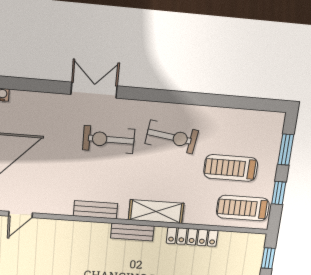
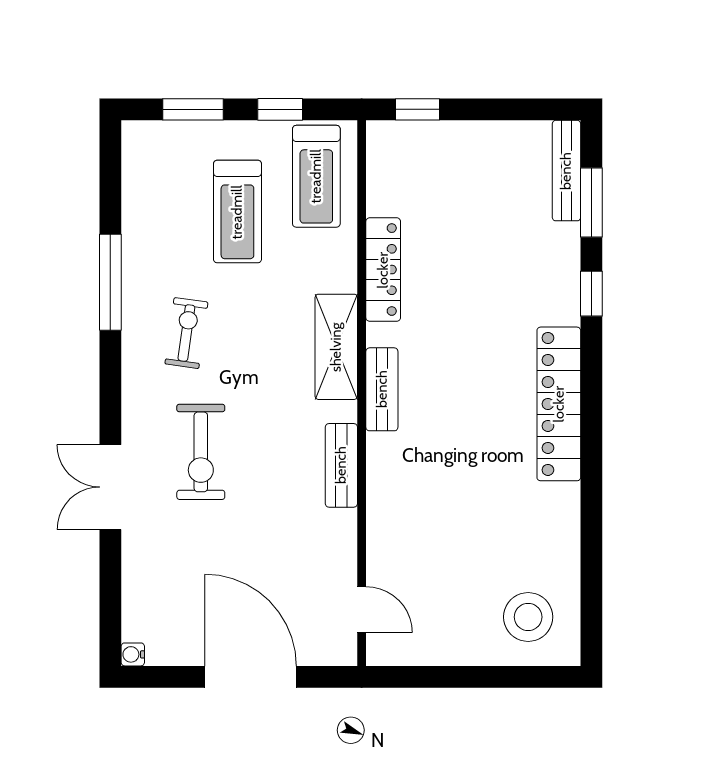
window: (203, 99) -> (110, 282), added
exercise bike: (172, 137) -> (186, 333), width x0.73, depth x0.72

